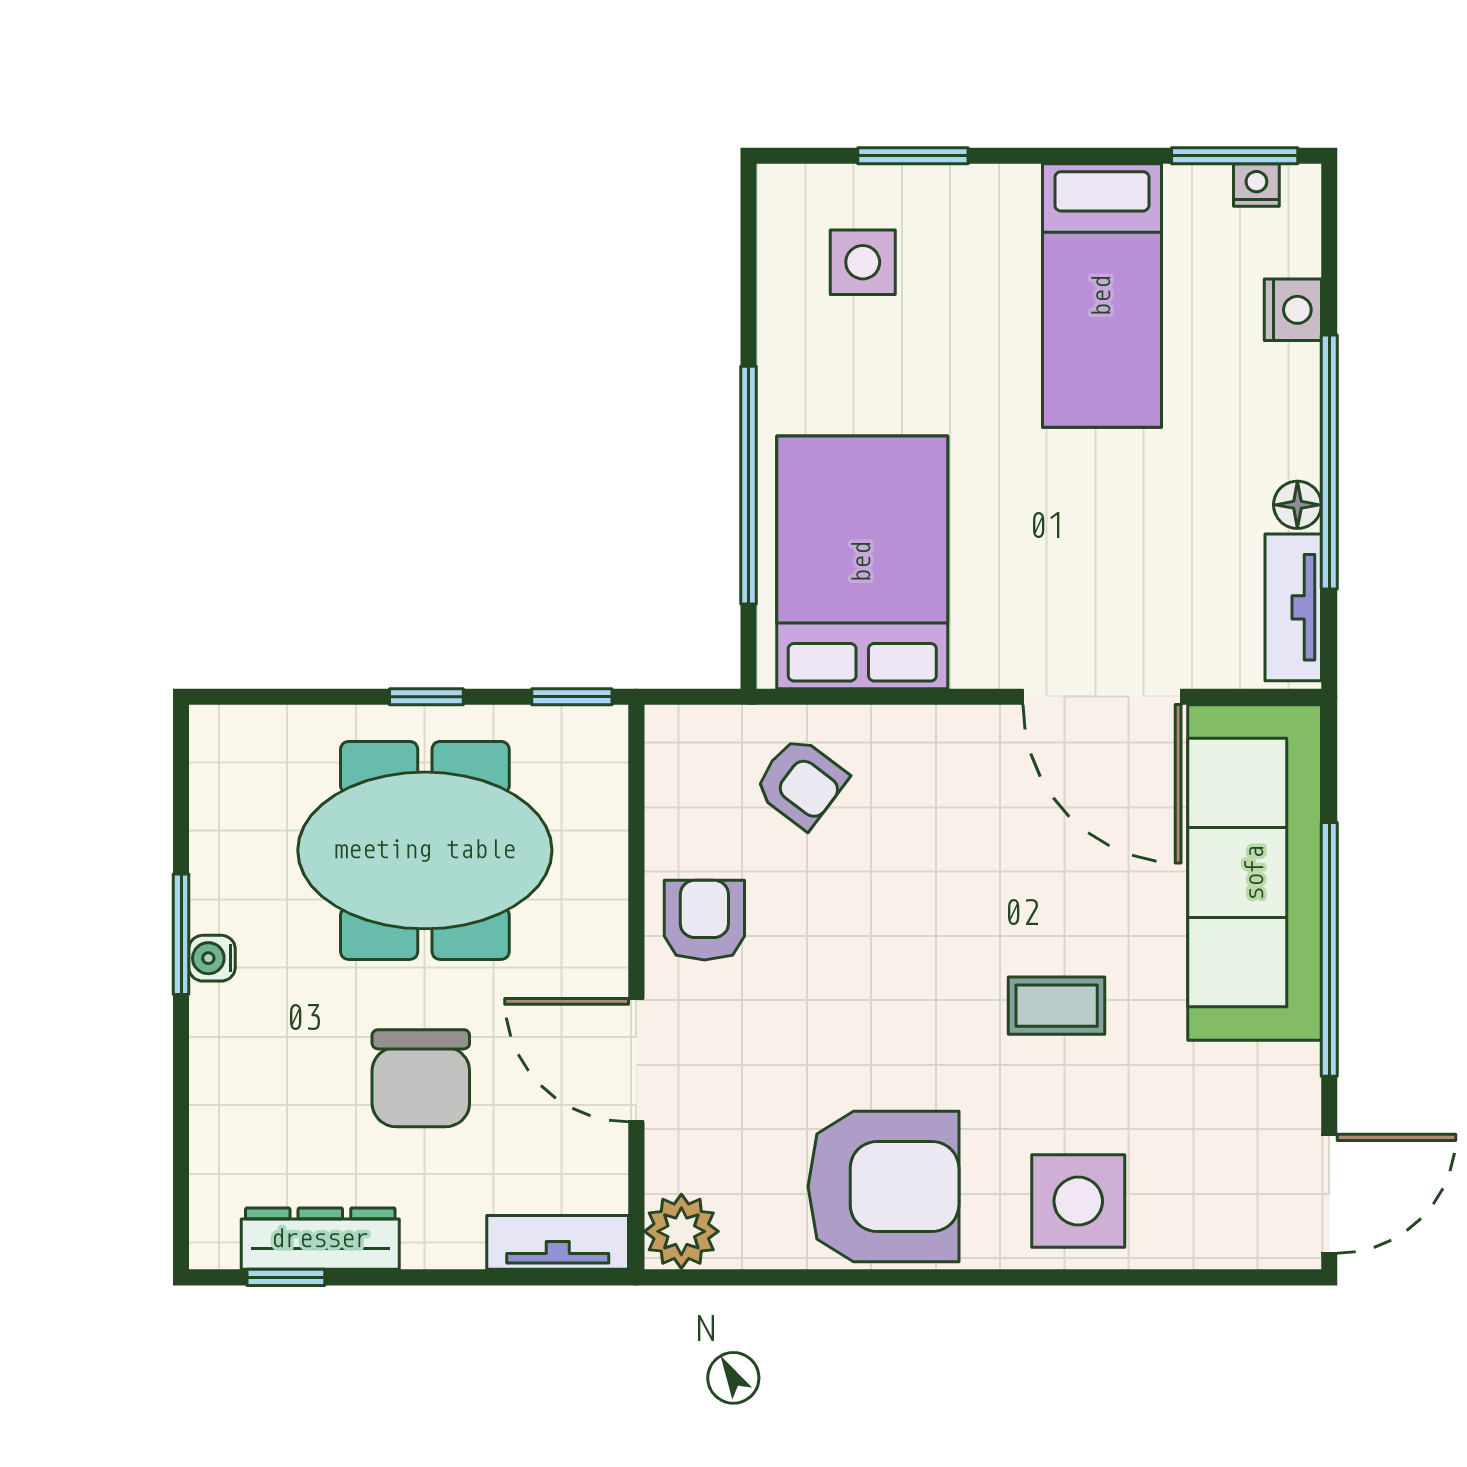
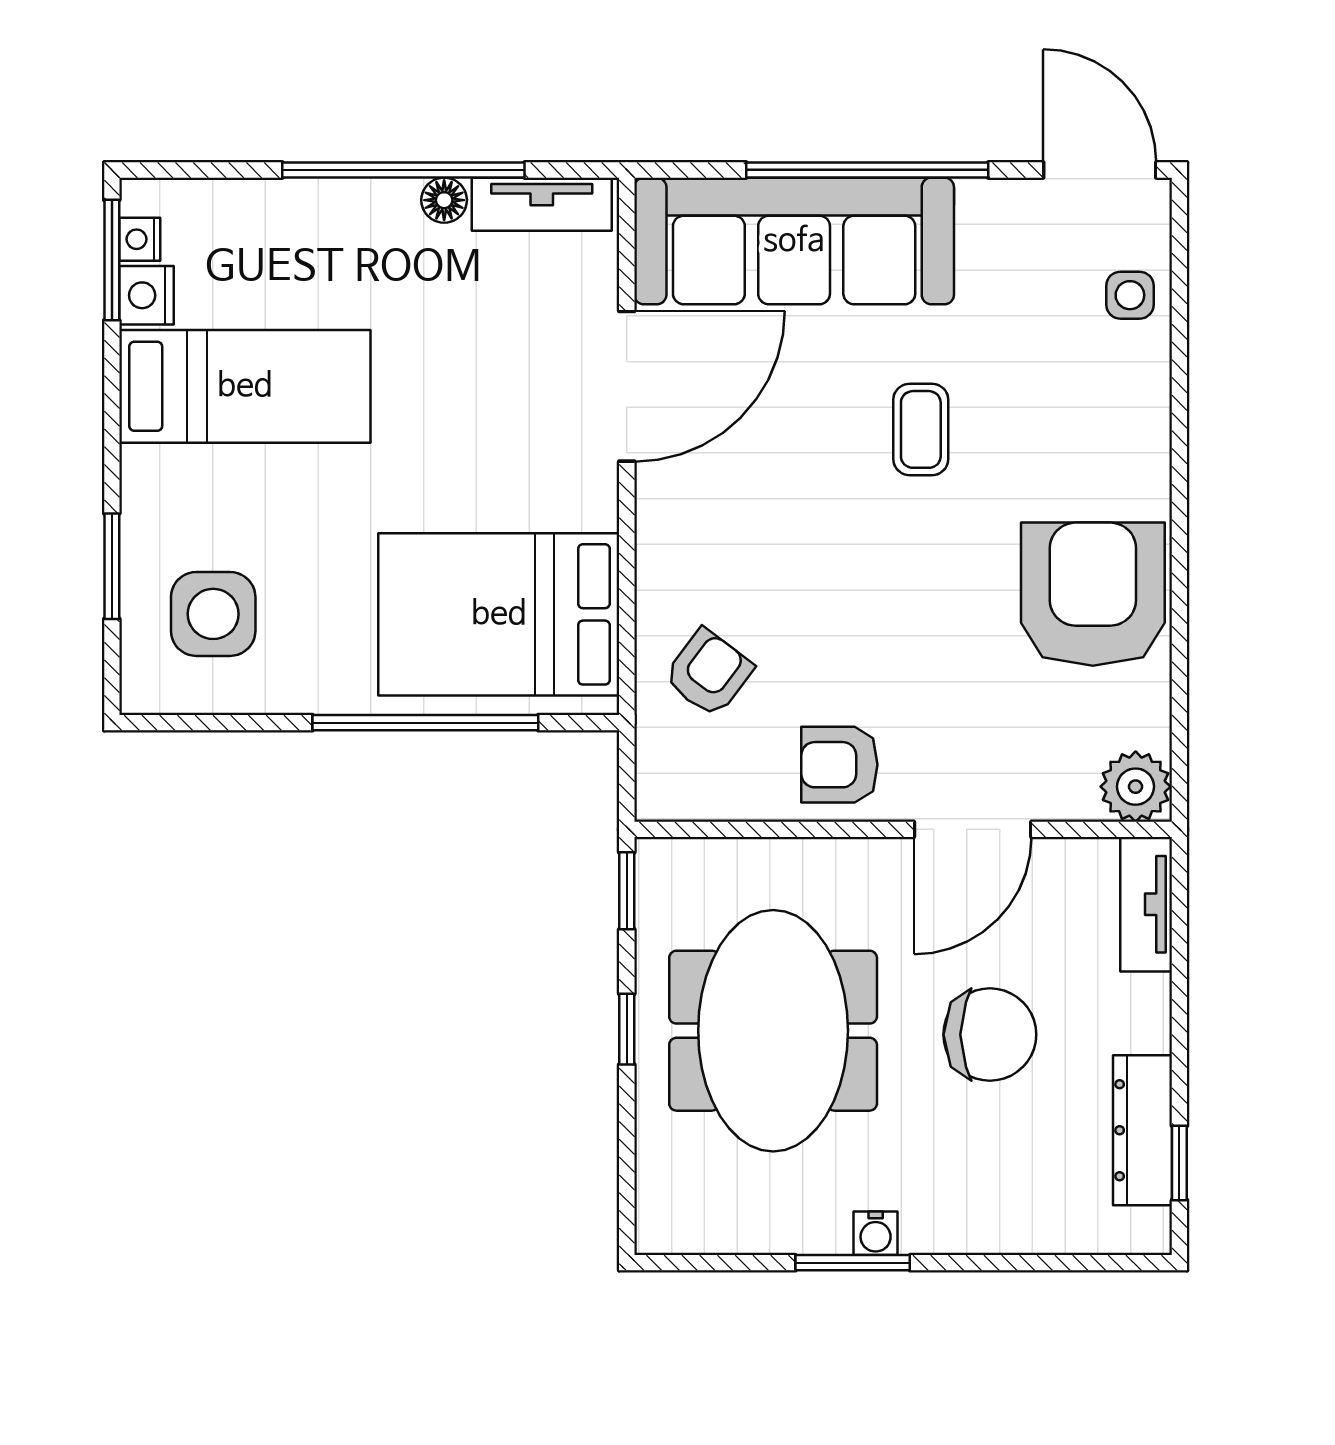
side table: (863, 262) -> (213, 614), width x1.37, depth x1.37
nightstand: (1293, 310) -> (146, 295), moved, turned -90
side table: (1078, 1201) -> (1130, 295), moved, width x0.54, depth x0.54

